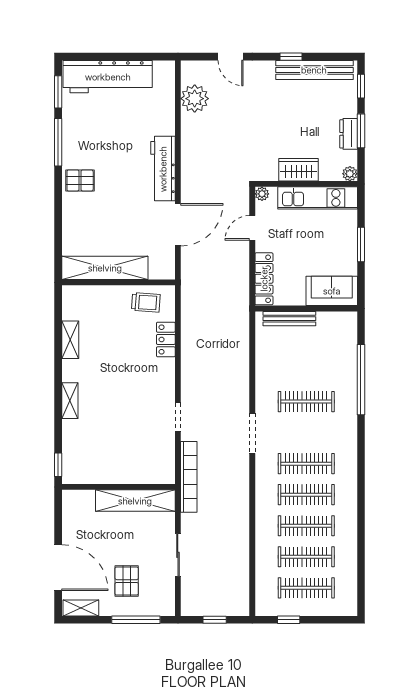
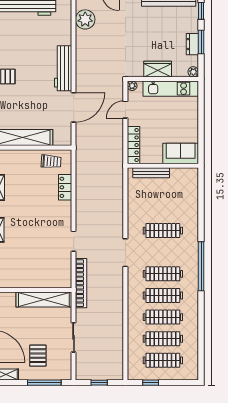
window: (361, 244) -> (201, 121), removed
window: (361, 380) -> (201, 266), moved

